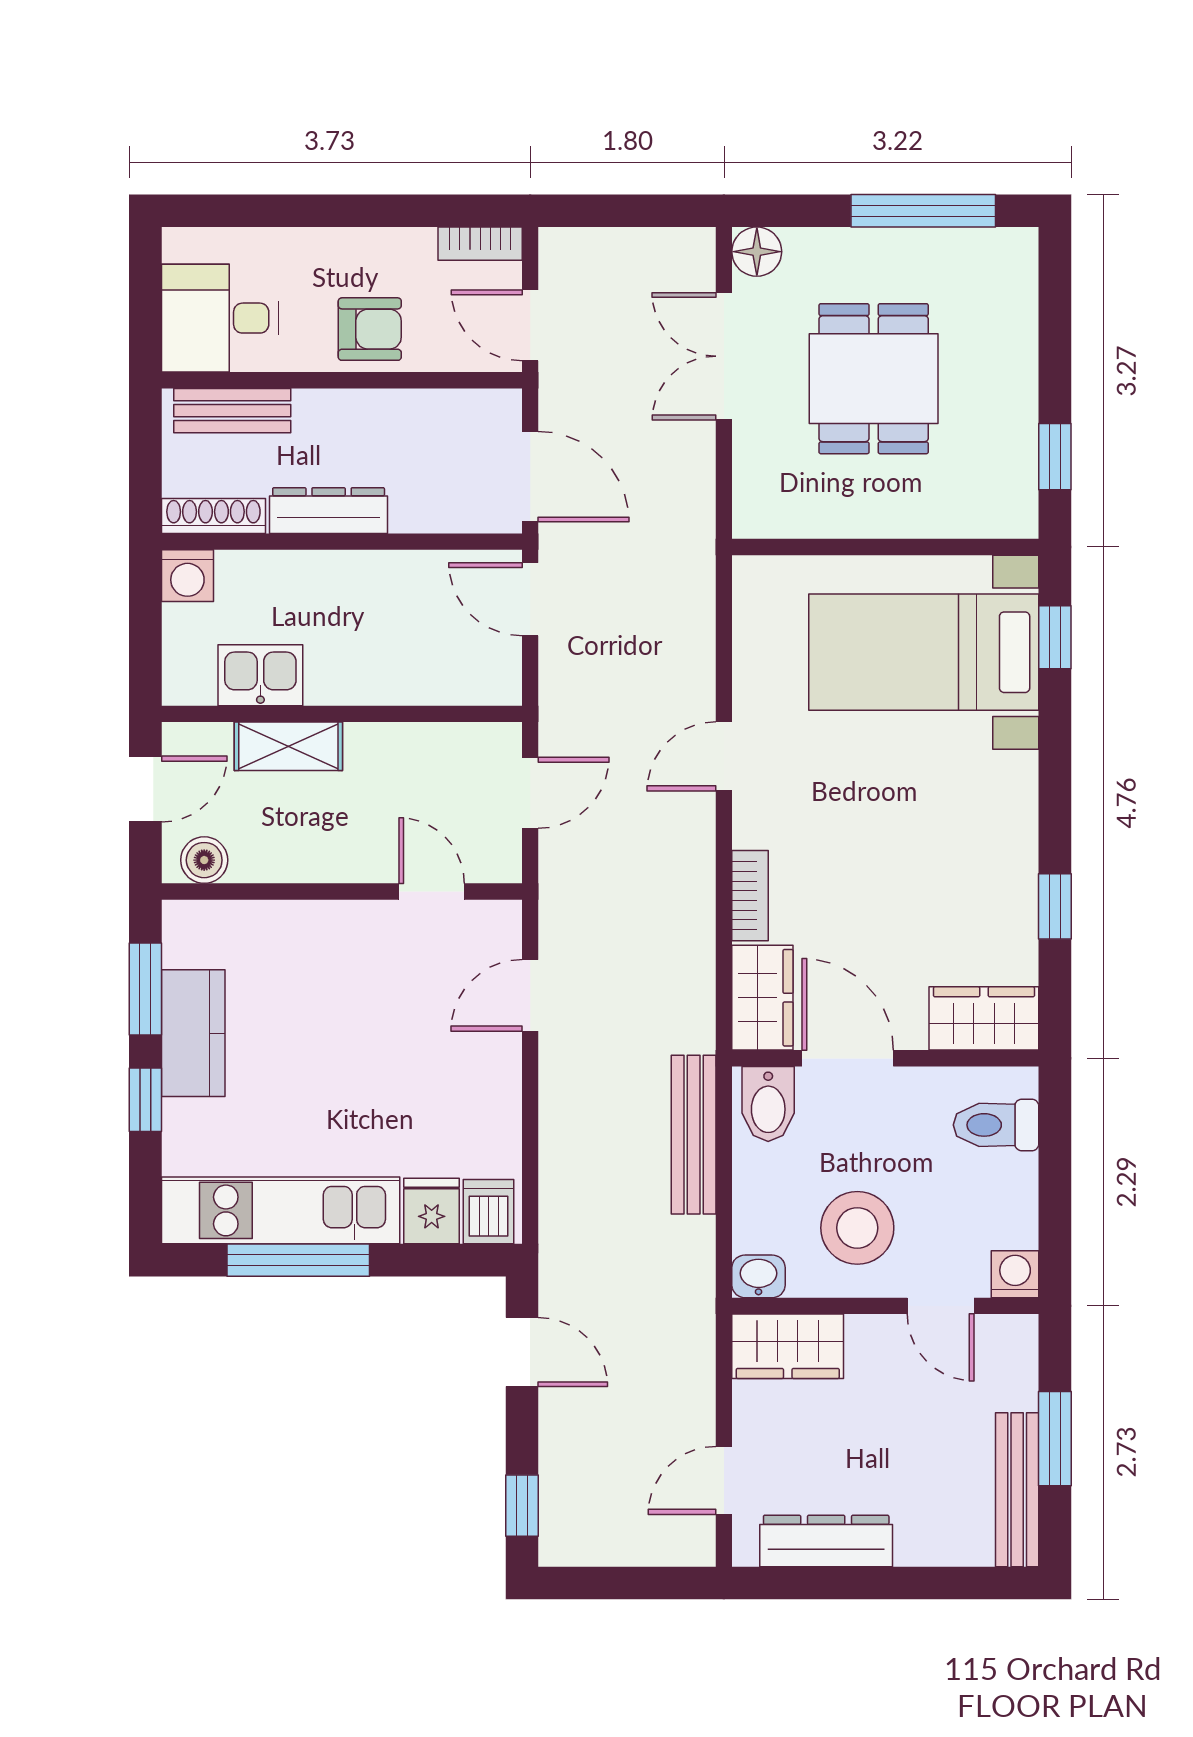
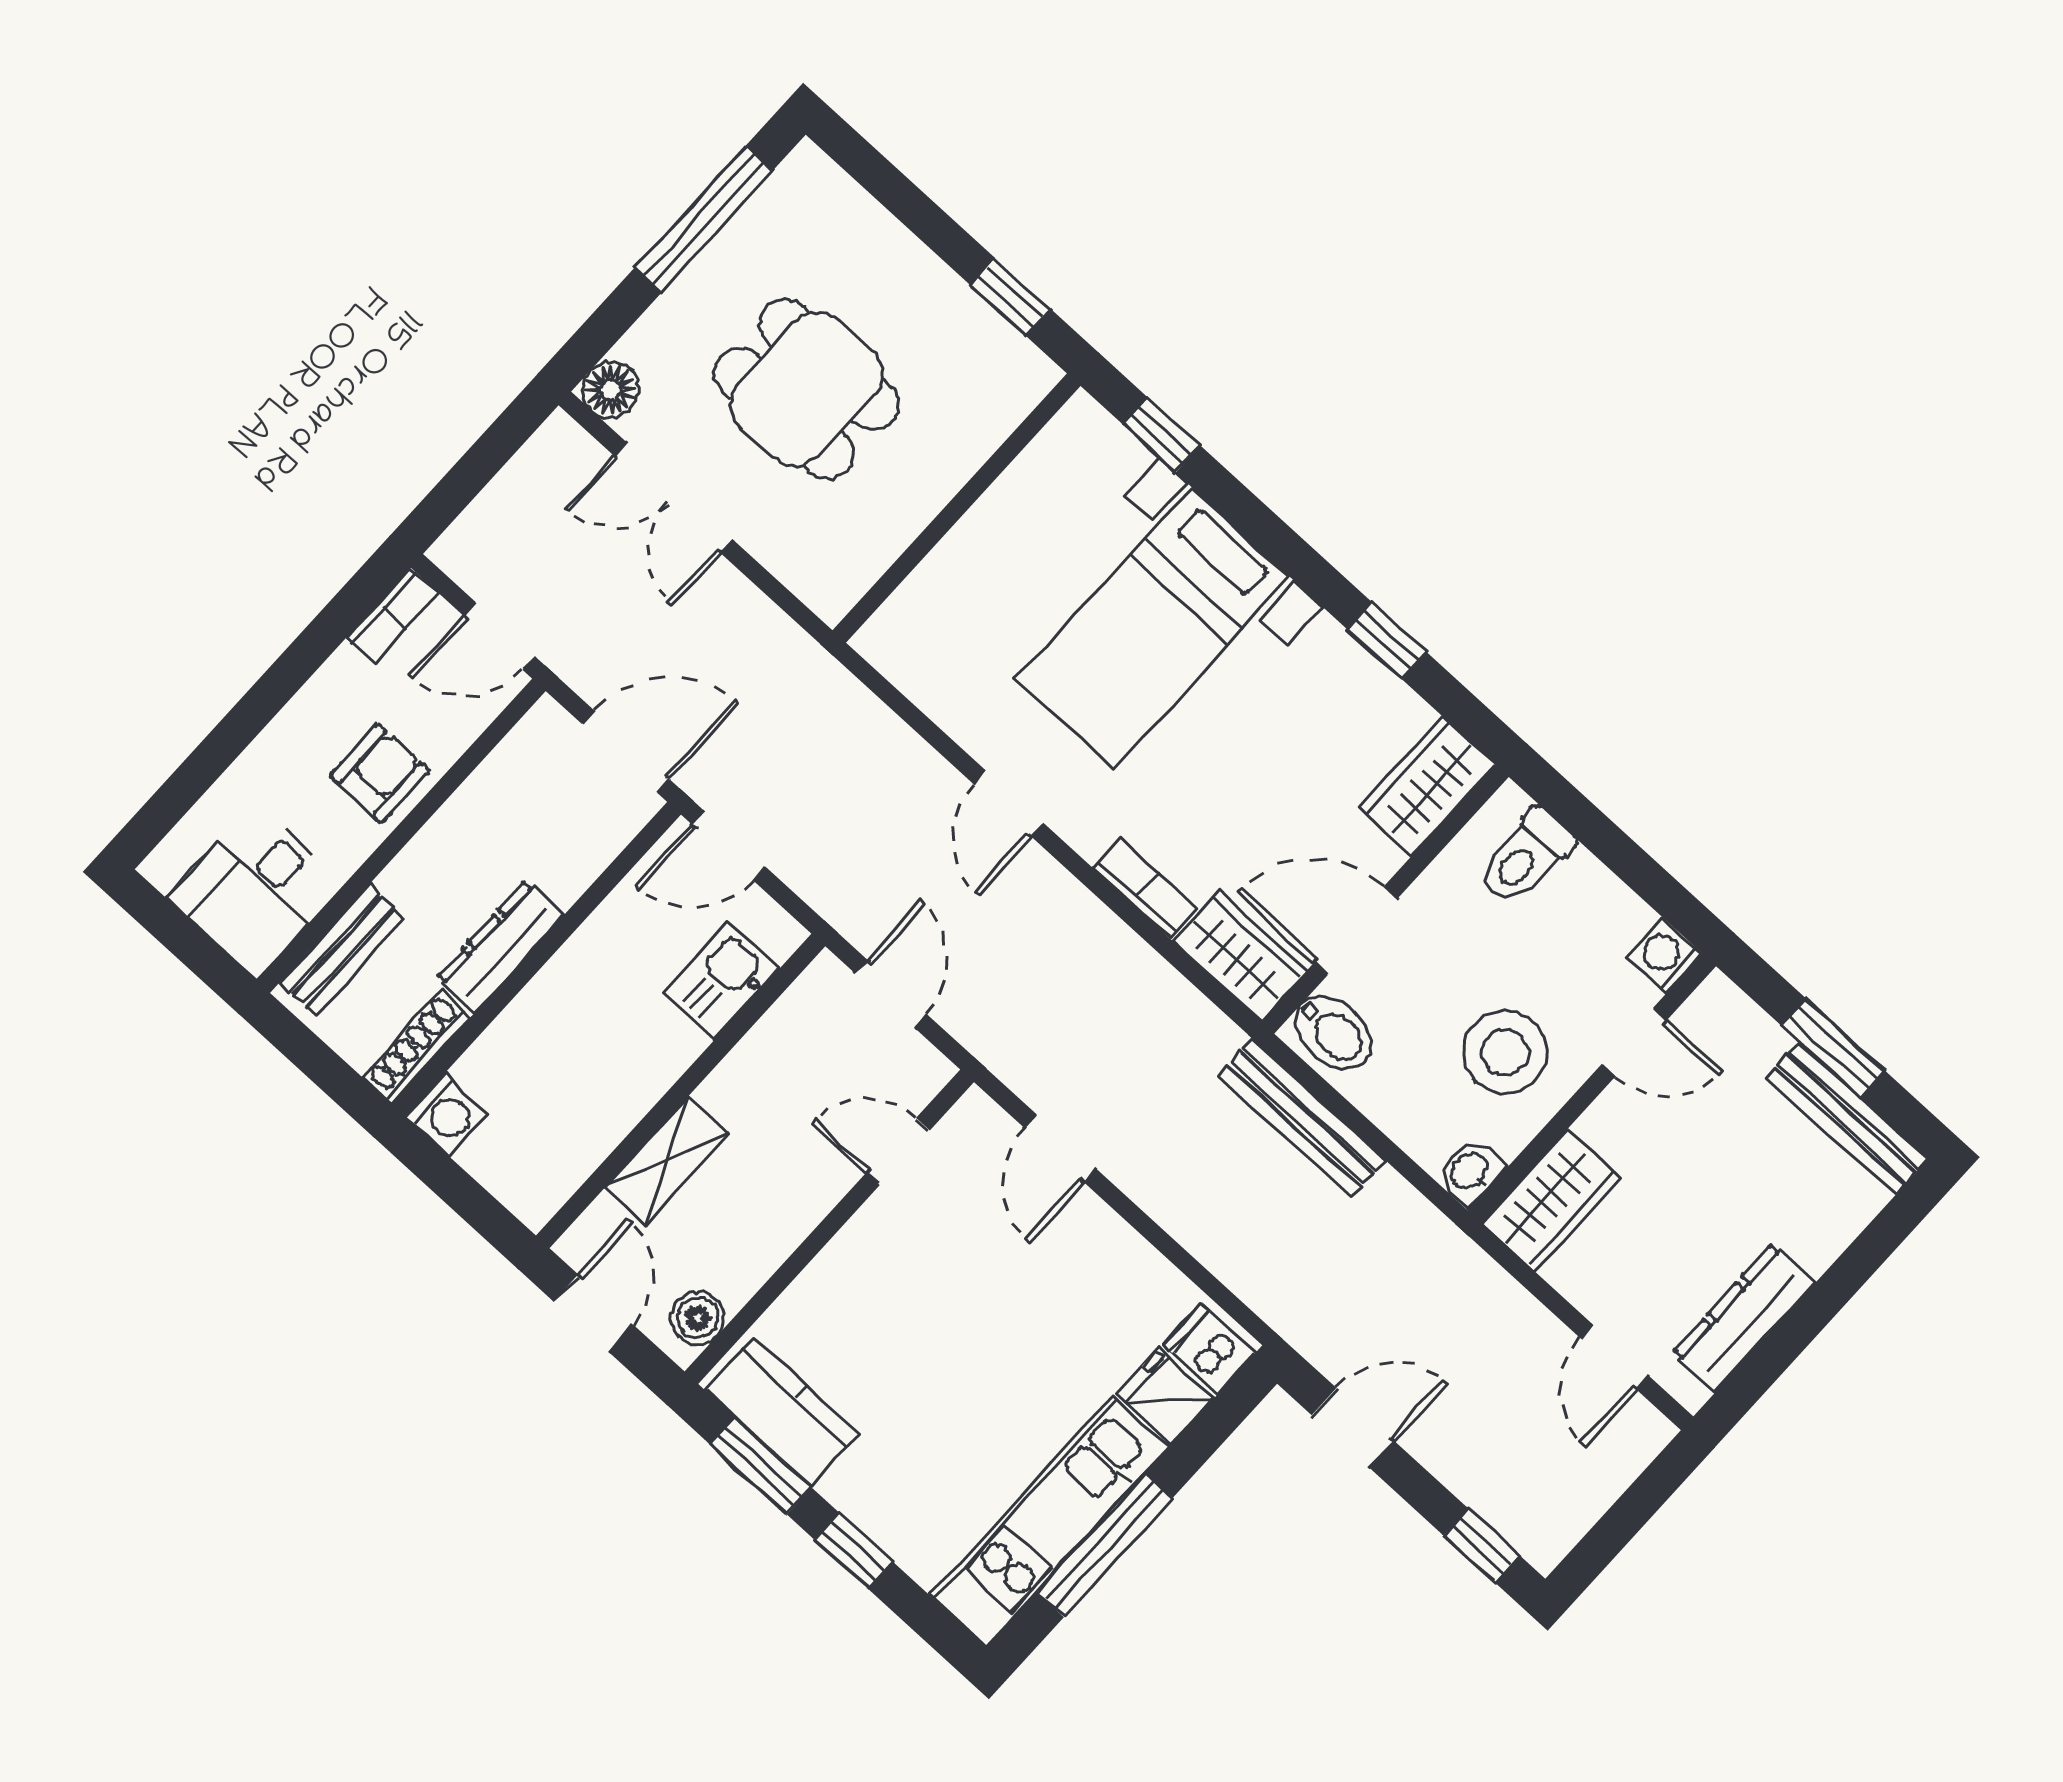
bed with nightstands: (924, 652) -> (1153, 628), moved
kitchen sink: (260, 675) -> (722, 981), moved
kitchen counter: (193, 1033) -> (782, 1412), moved

